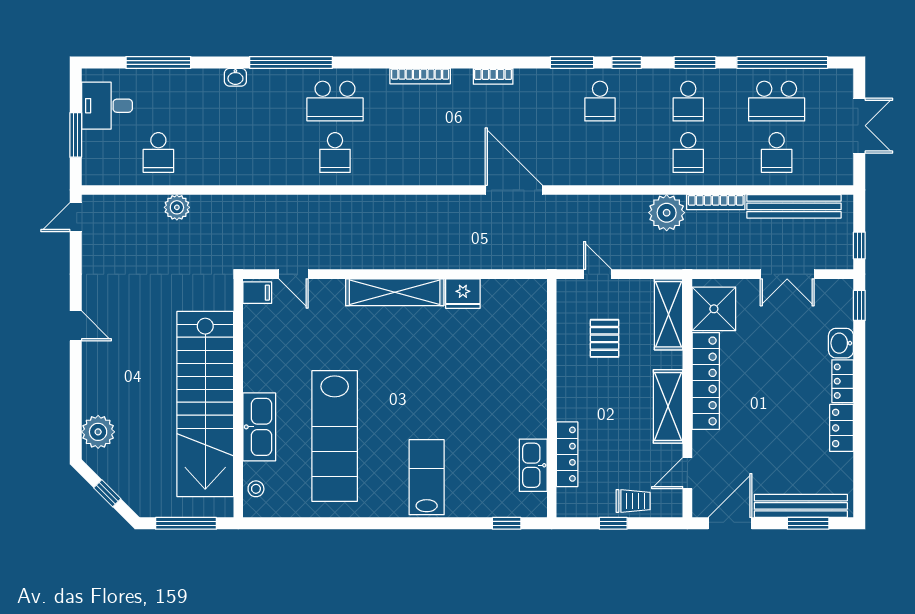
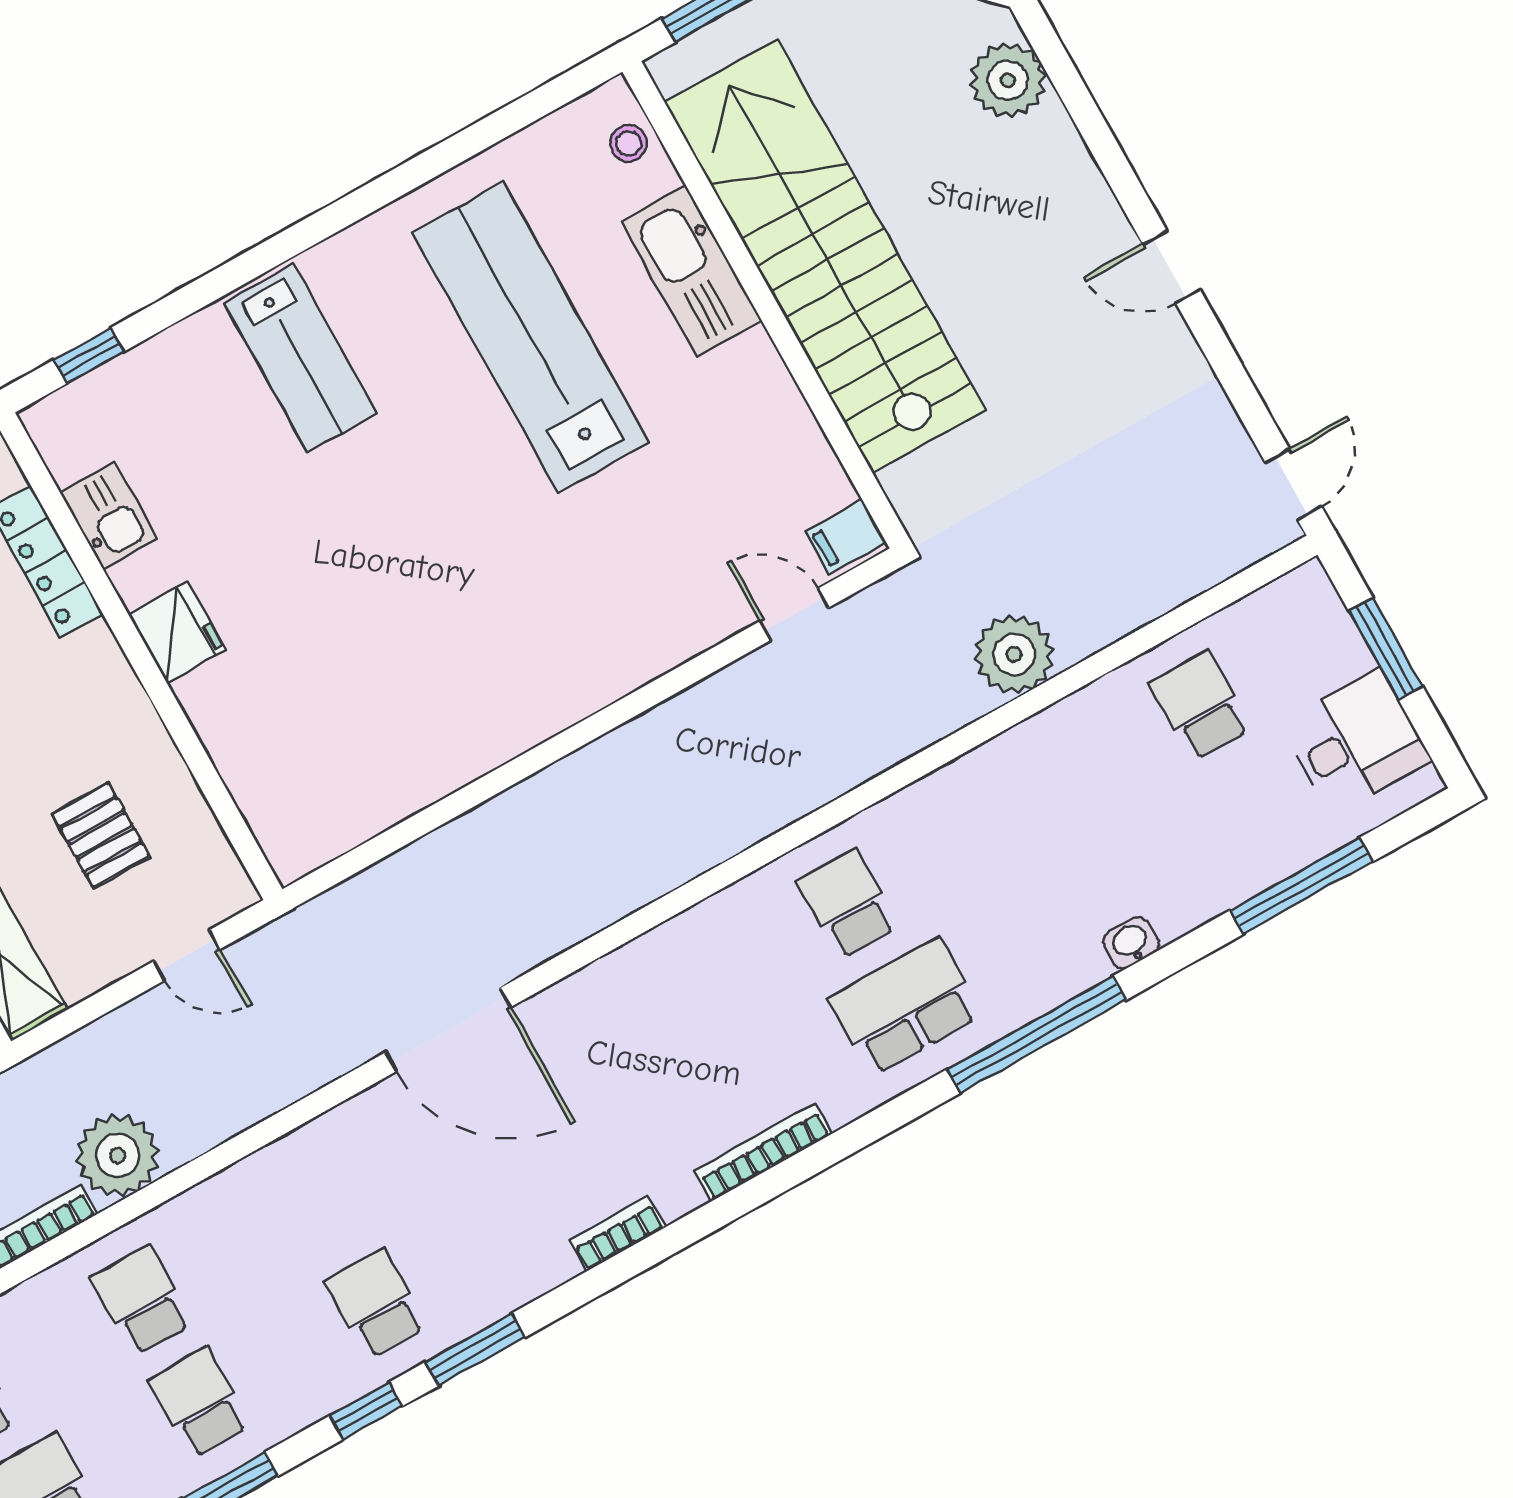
plant: (177, 207) -> (1014, 654), moved, width x1.36, depth x1.36
shelving: (395, 292) -> (572, 692), removed
fridge: (463, 294) -> (177, 632), moved, turned 90
kitchen sink: (533, 465) -> (109, 516), width x0.73

